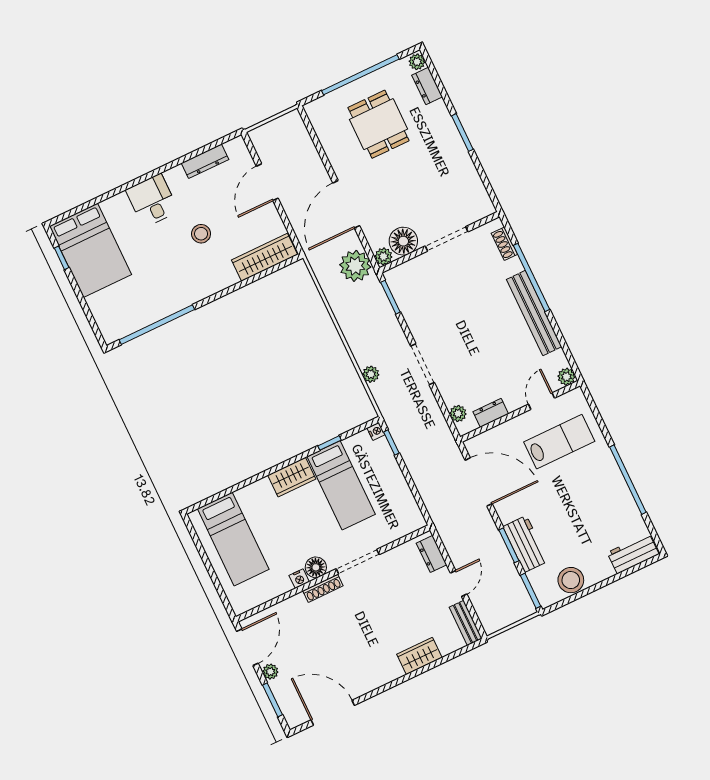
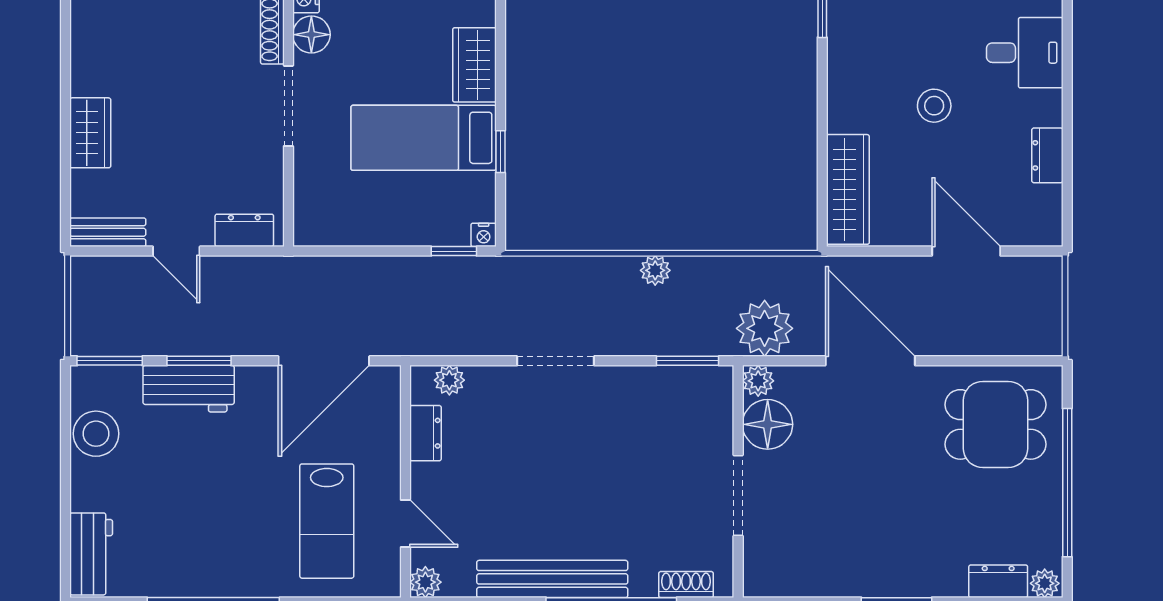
dining table: (378, 124) -> (995, 424), moved
dresser: (205, 161) -> (1047, 155), width x0.70
plant: (371, 374) -> (655, 270), moved

